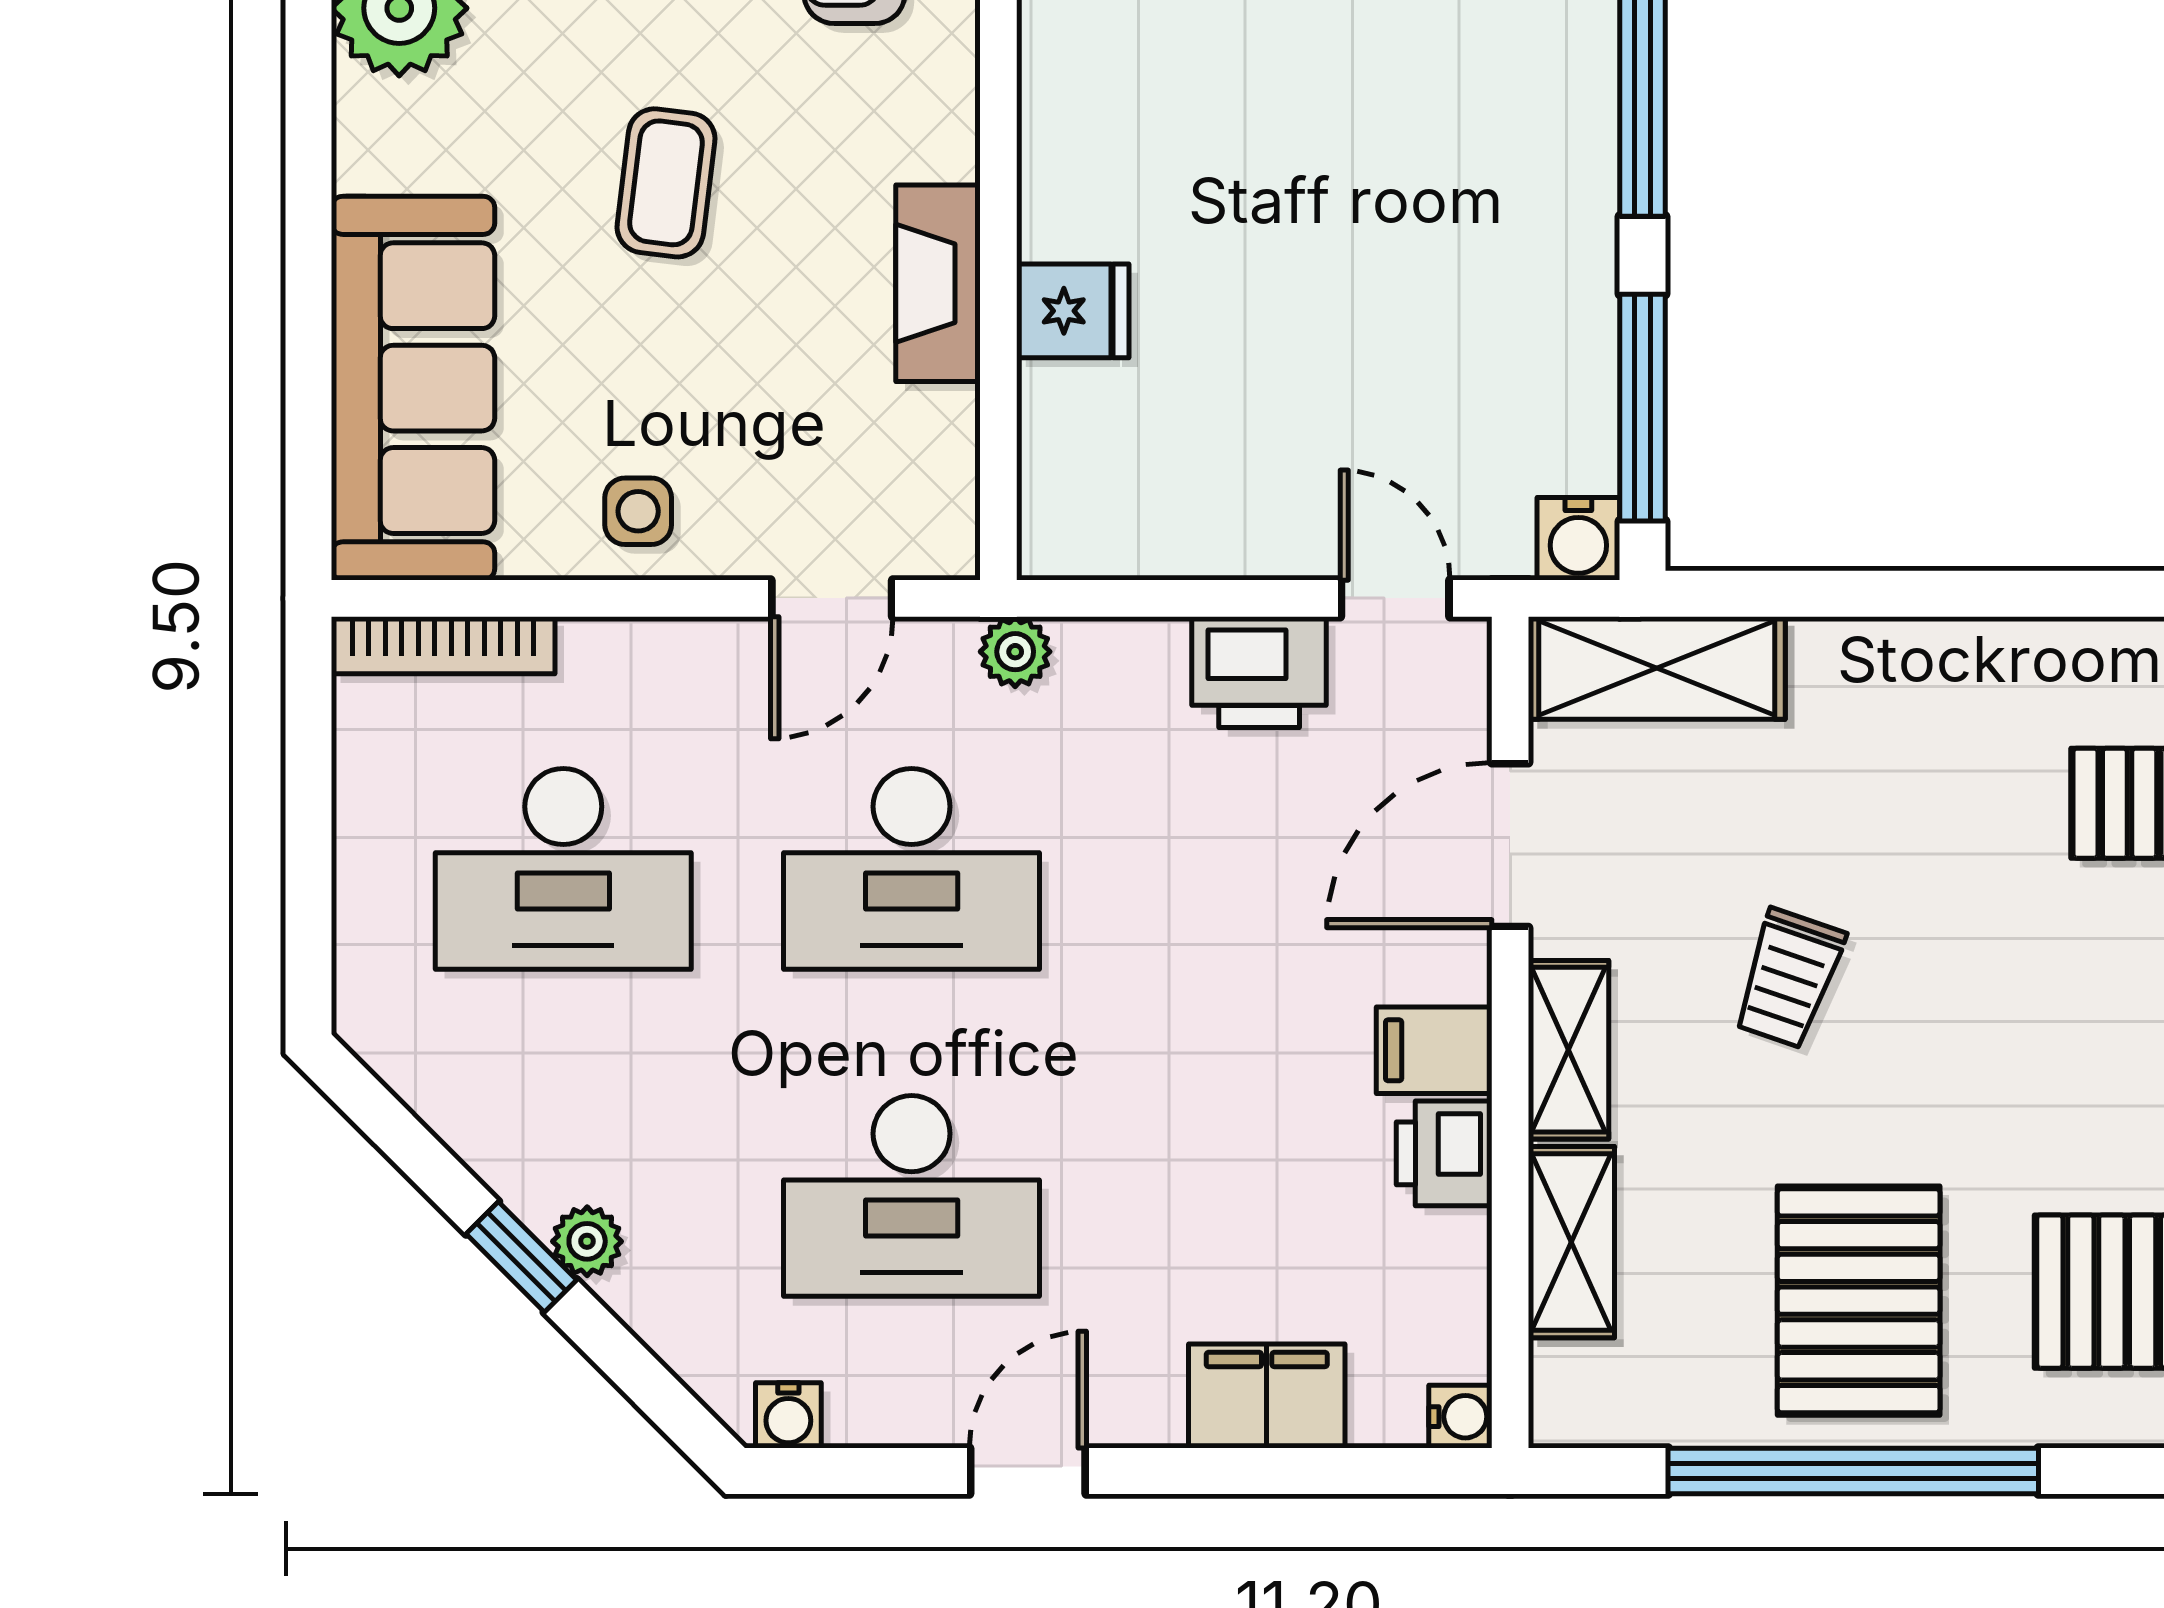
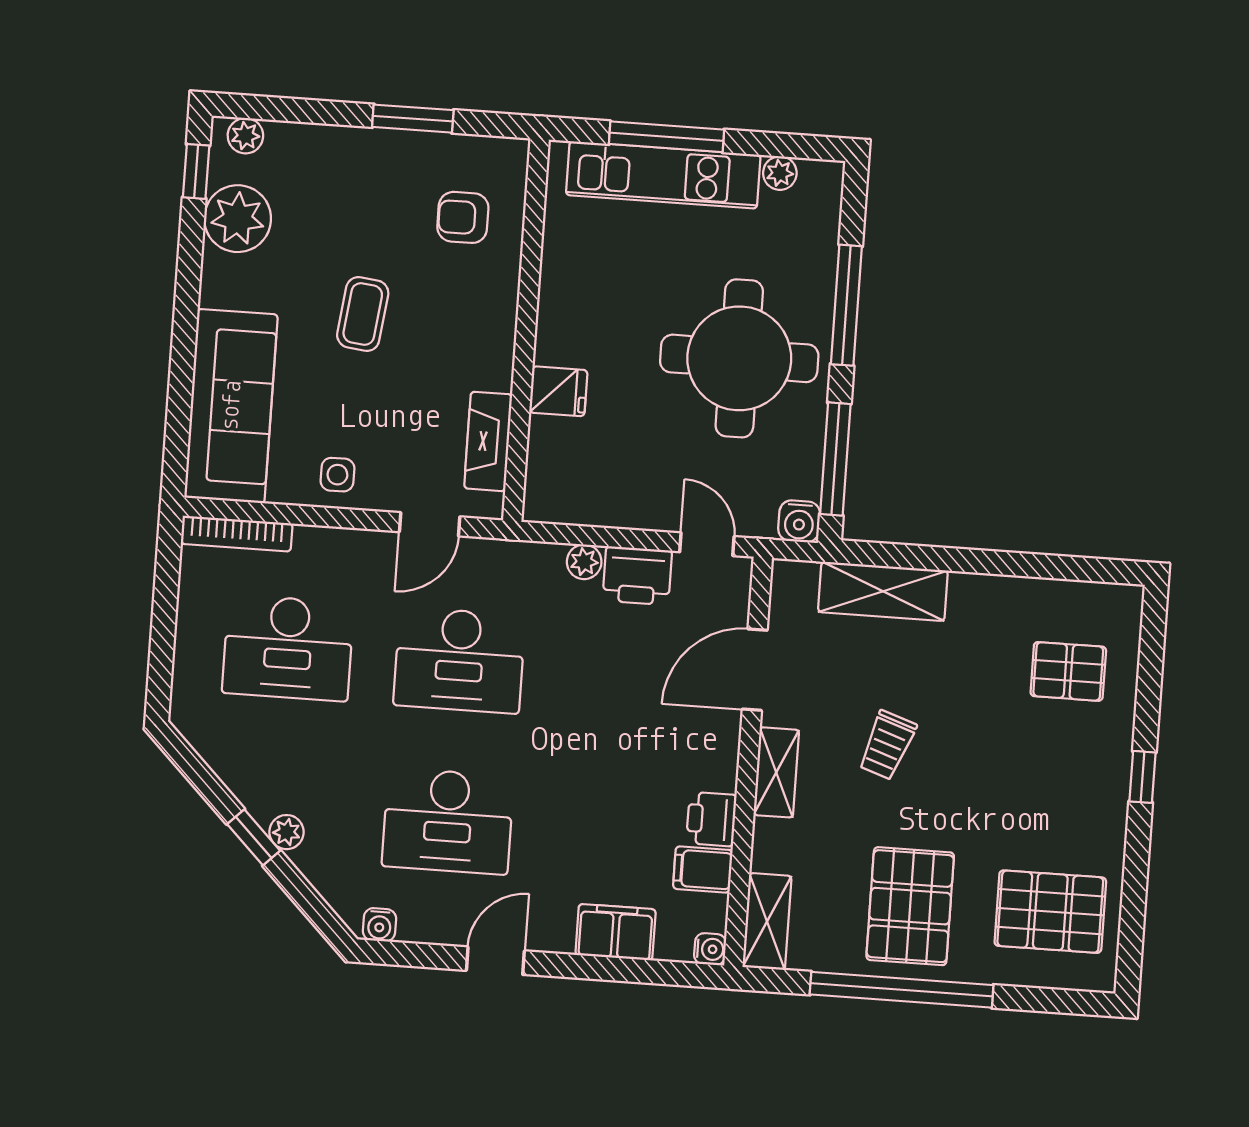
round table: (1434, 218) -> (739, 358), added
fireplace: (938, 283) -> (488, 441), moved
plant: (1015, 652) -> (584, 562), moved
shelving: (1657, 668) -> (883, 591), moved
filing cabinet: (1434, 1050) -> (703, 869), moved
shelving: (1571, 1242) -> (767, 921), moved

